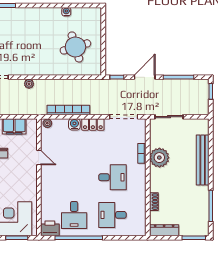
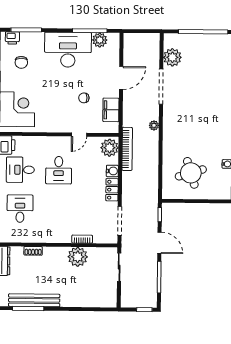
bookcase: (68, 110) -> (127, 149), moved
plant: (47, 123) -> (110, 148), width x1.87, depth x1.87
bench: (203, 160) -> (34, 300), moved
desk: (112, 177) -> (59, 170), moved

